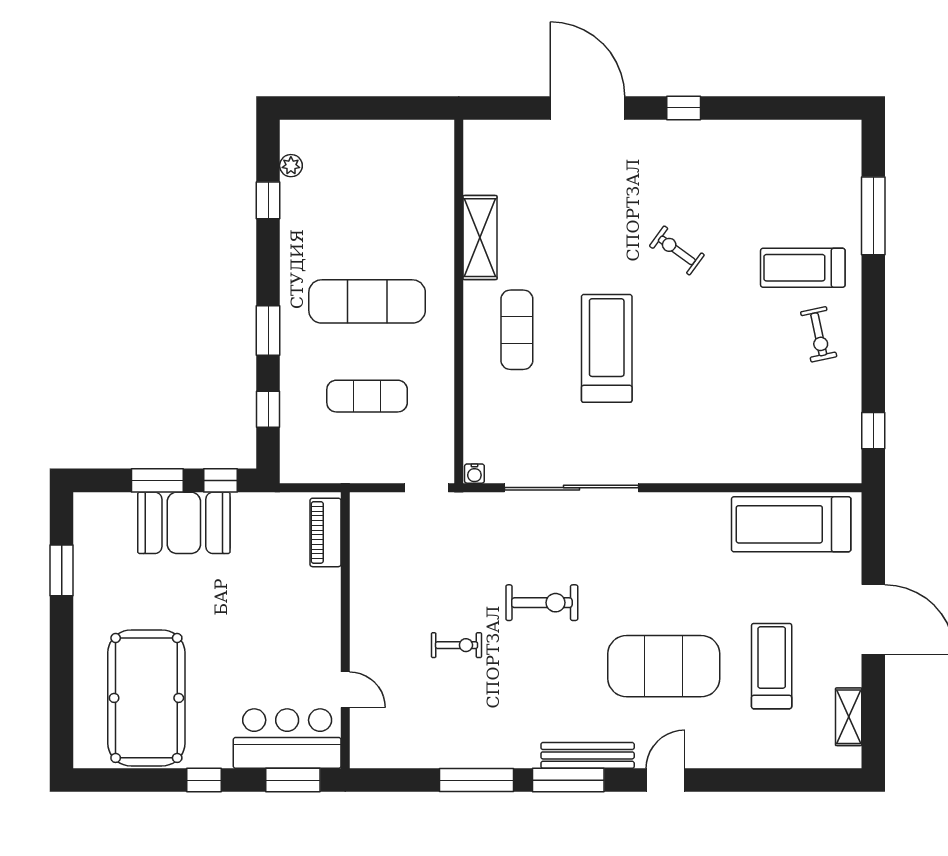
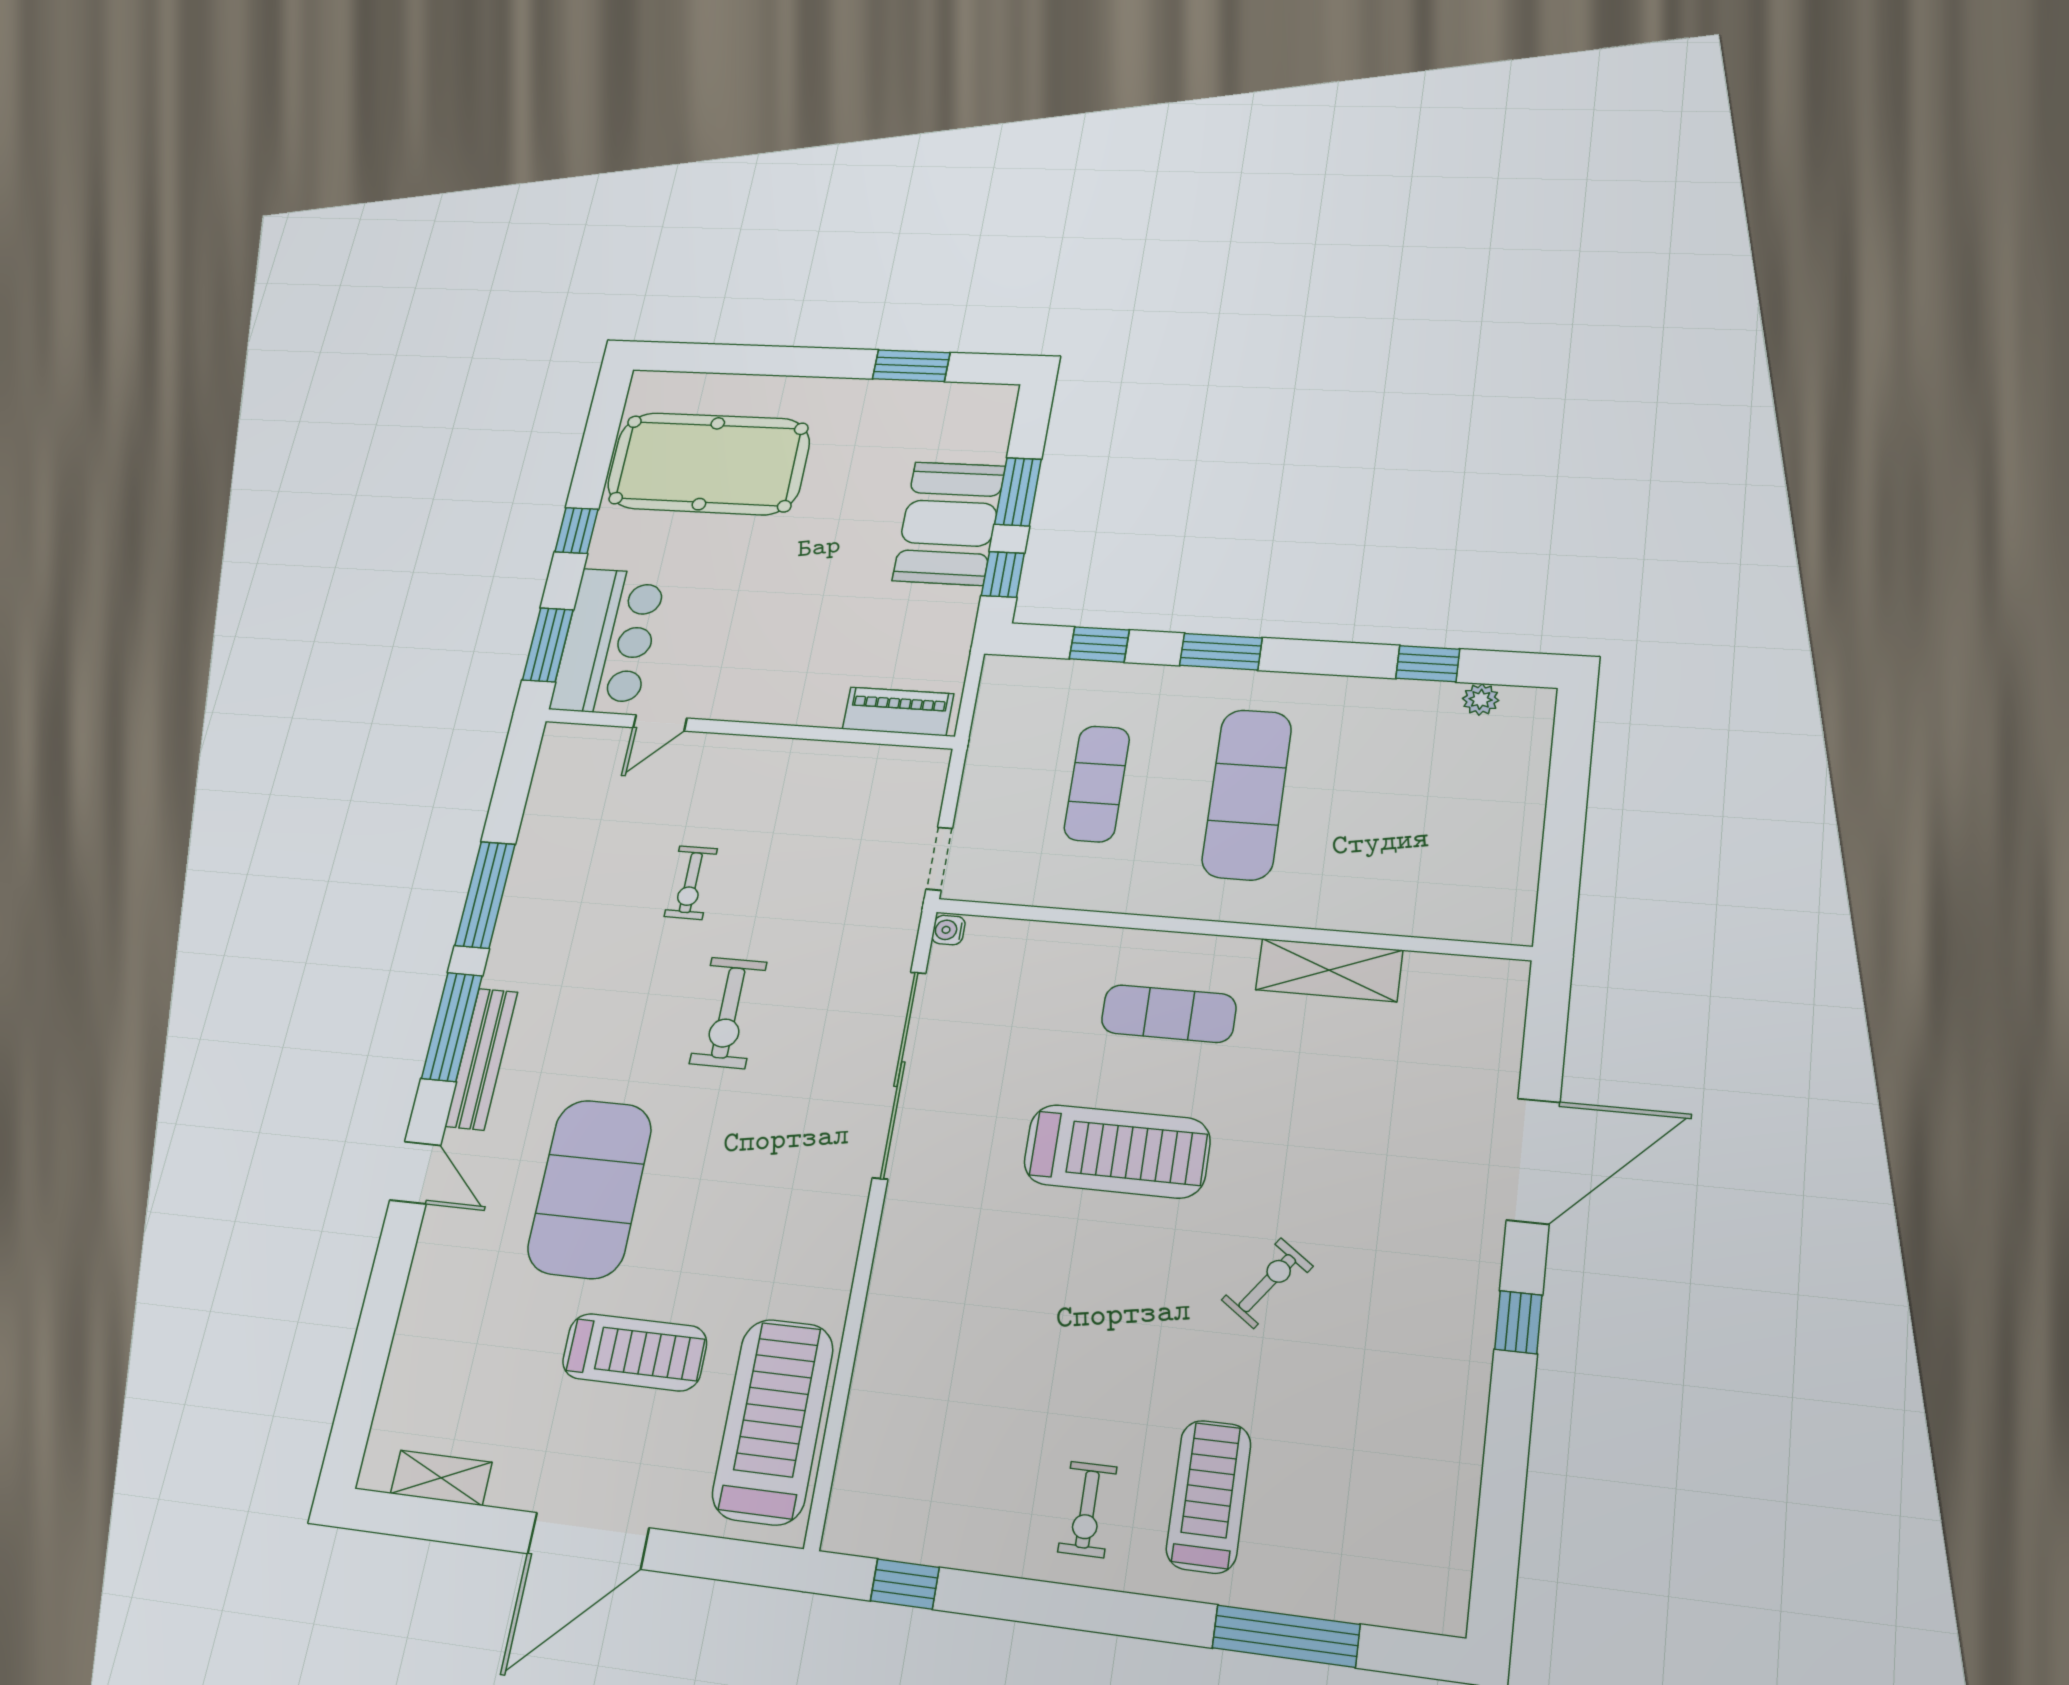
exercise bike: (819, 334) -> (1087, 1509), turned -78
treadmill: (772, 666) -> (635, 1352), moved

